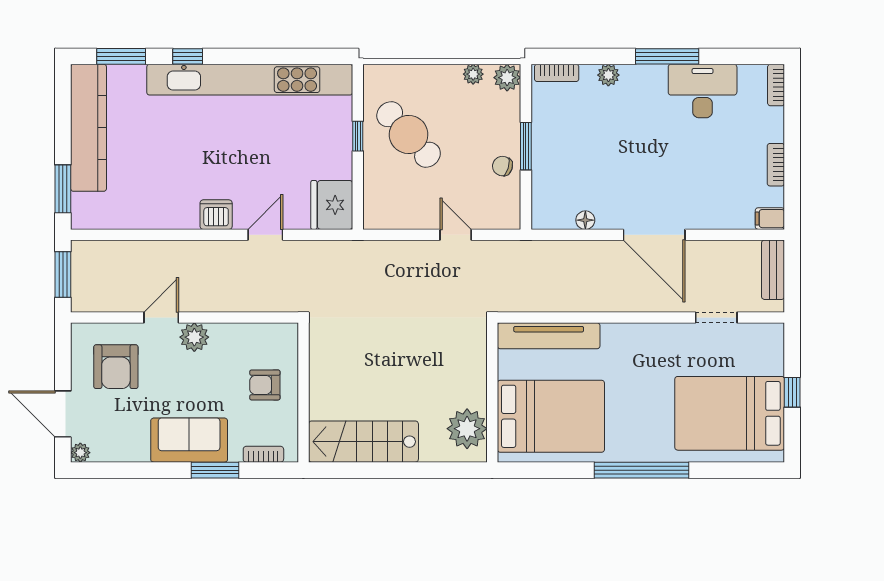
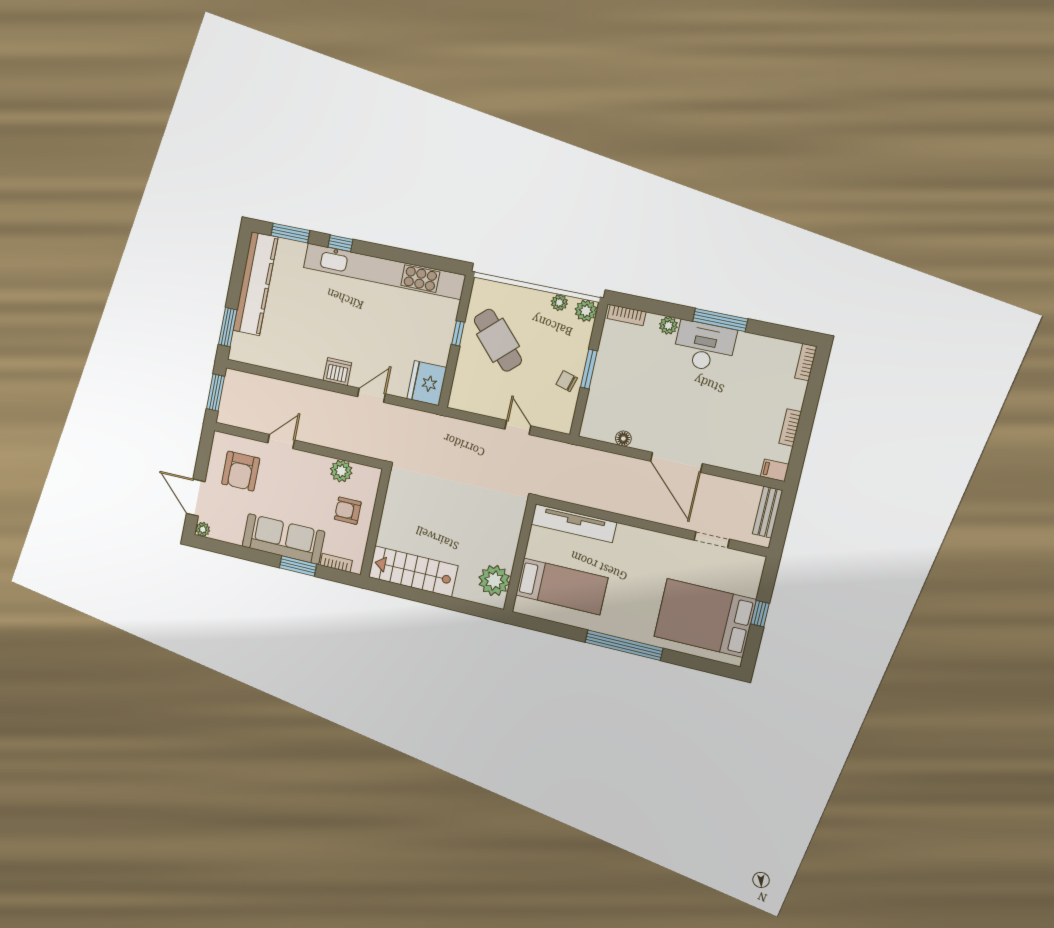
desk: (703, 91) -> (704, 346), moved
plant: (194, 337) -> (341, 471), moved
bed: (551, 416) -> (562, 586), width x0.67
sofa: (189, 440) -> (283, 539), width x1.36

